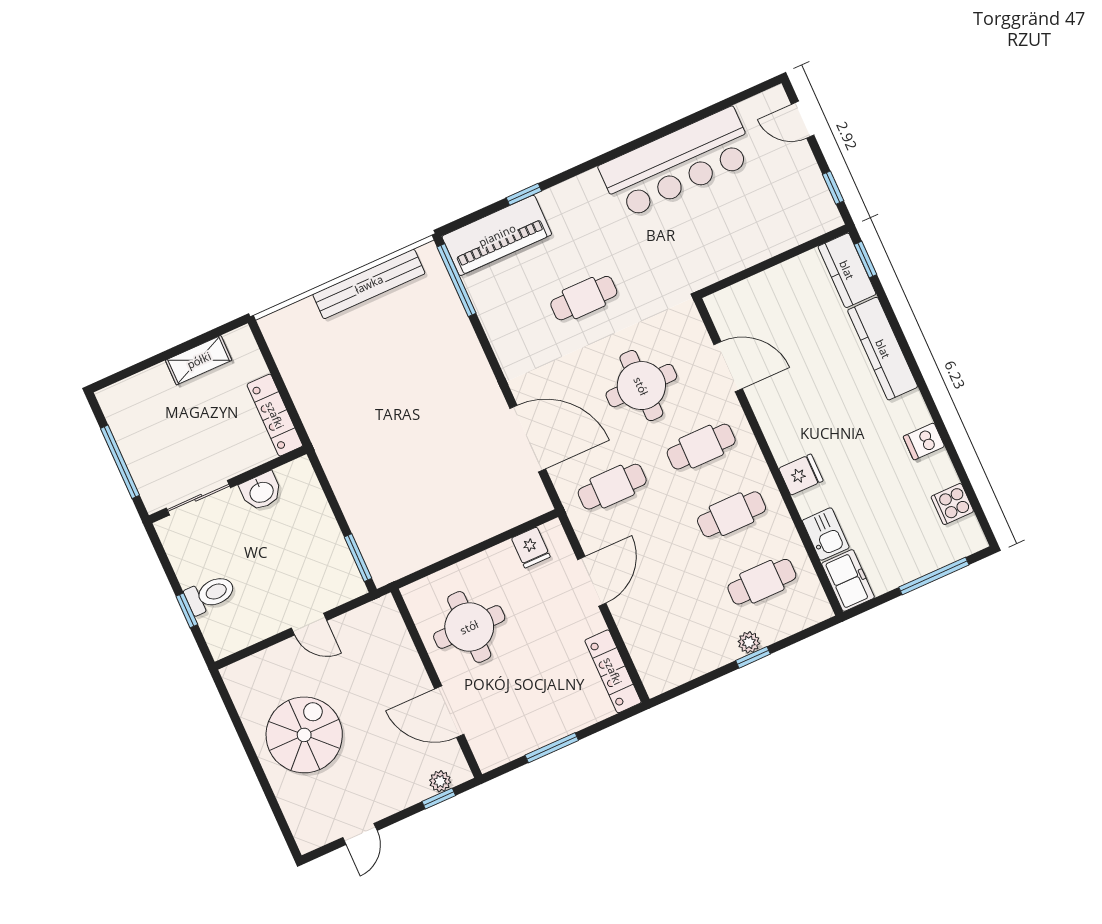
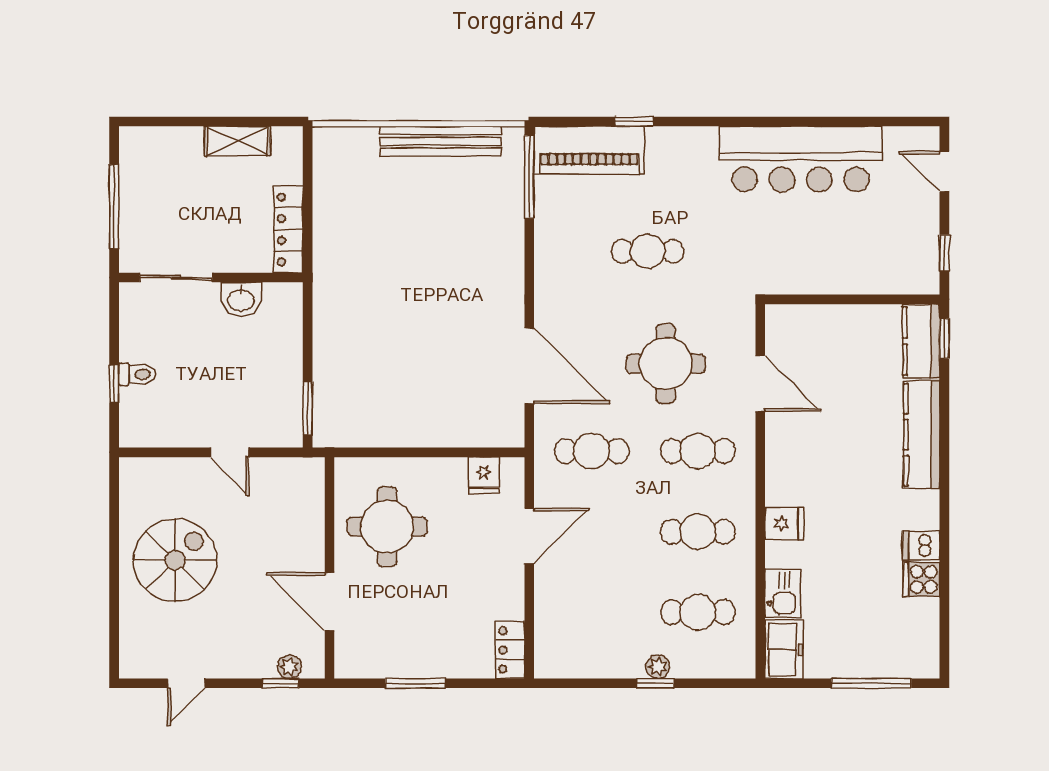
cooker: (952, 504) -> (922, 579), moved
toilet: (210, 594) -> (137, 374), width x0.73, depth x0.72
locker: (613, 671) -> (510, 650), width x0.66

